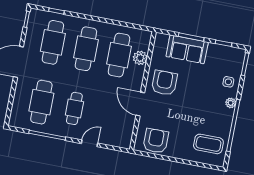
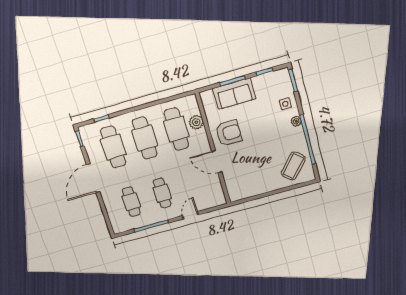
armchair: (164, 83) -> (229, 133), turned 90
cafe table: (41, 102) -> (131, 202), width x0.73, depth x0.74
armchair: (156, 141) -> (246, 186), removed
coffee table: (208, 144) -> (293, 166), turned -49

